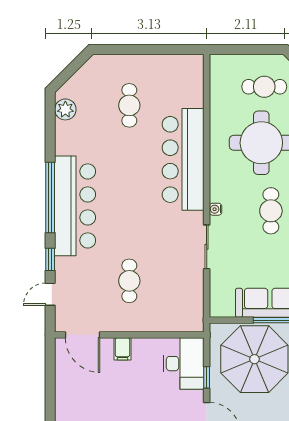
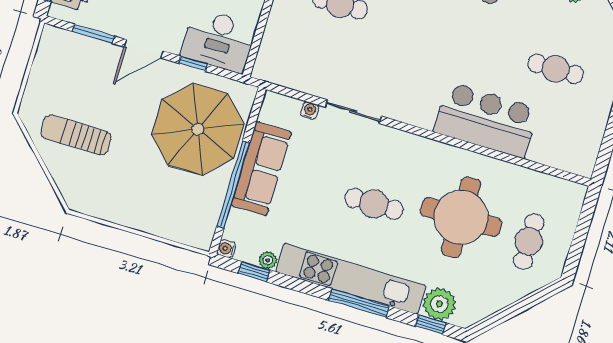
bar counter: (183, 159) -> (486, 120), width x0.73
water cooler: (216, 209) -> (310, 111), moved

